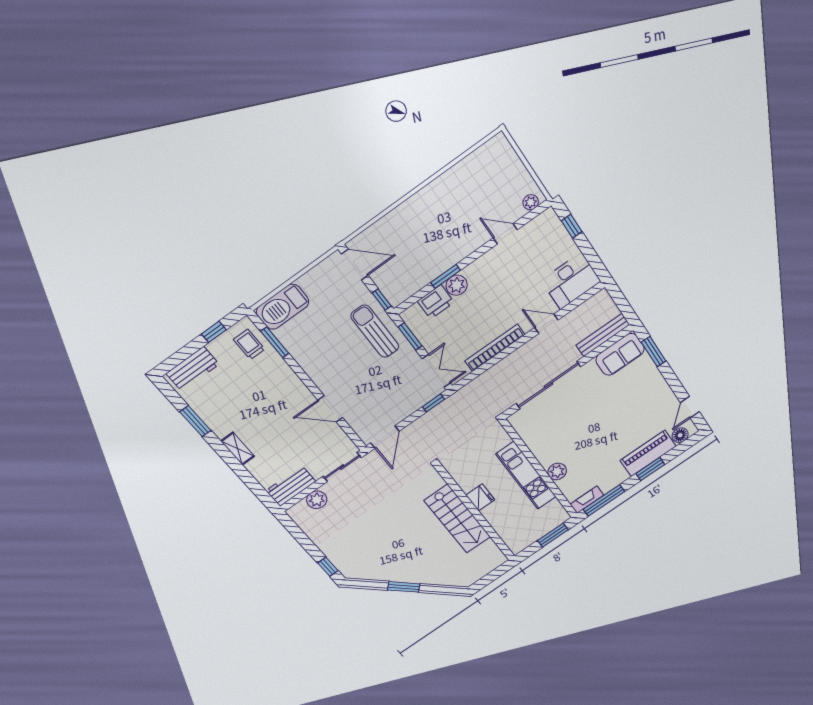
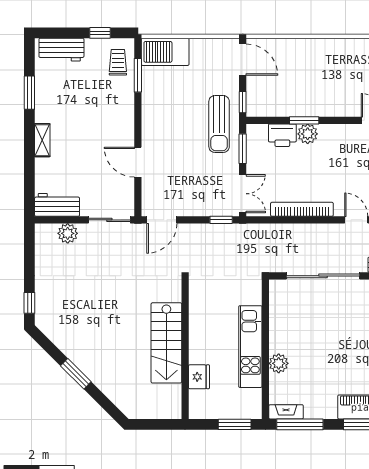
sun lounger: (375, 331) -> (219, 124), turned 180
fridge: (480, 497) -> (199, 377), moved

